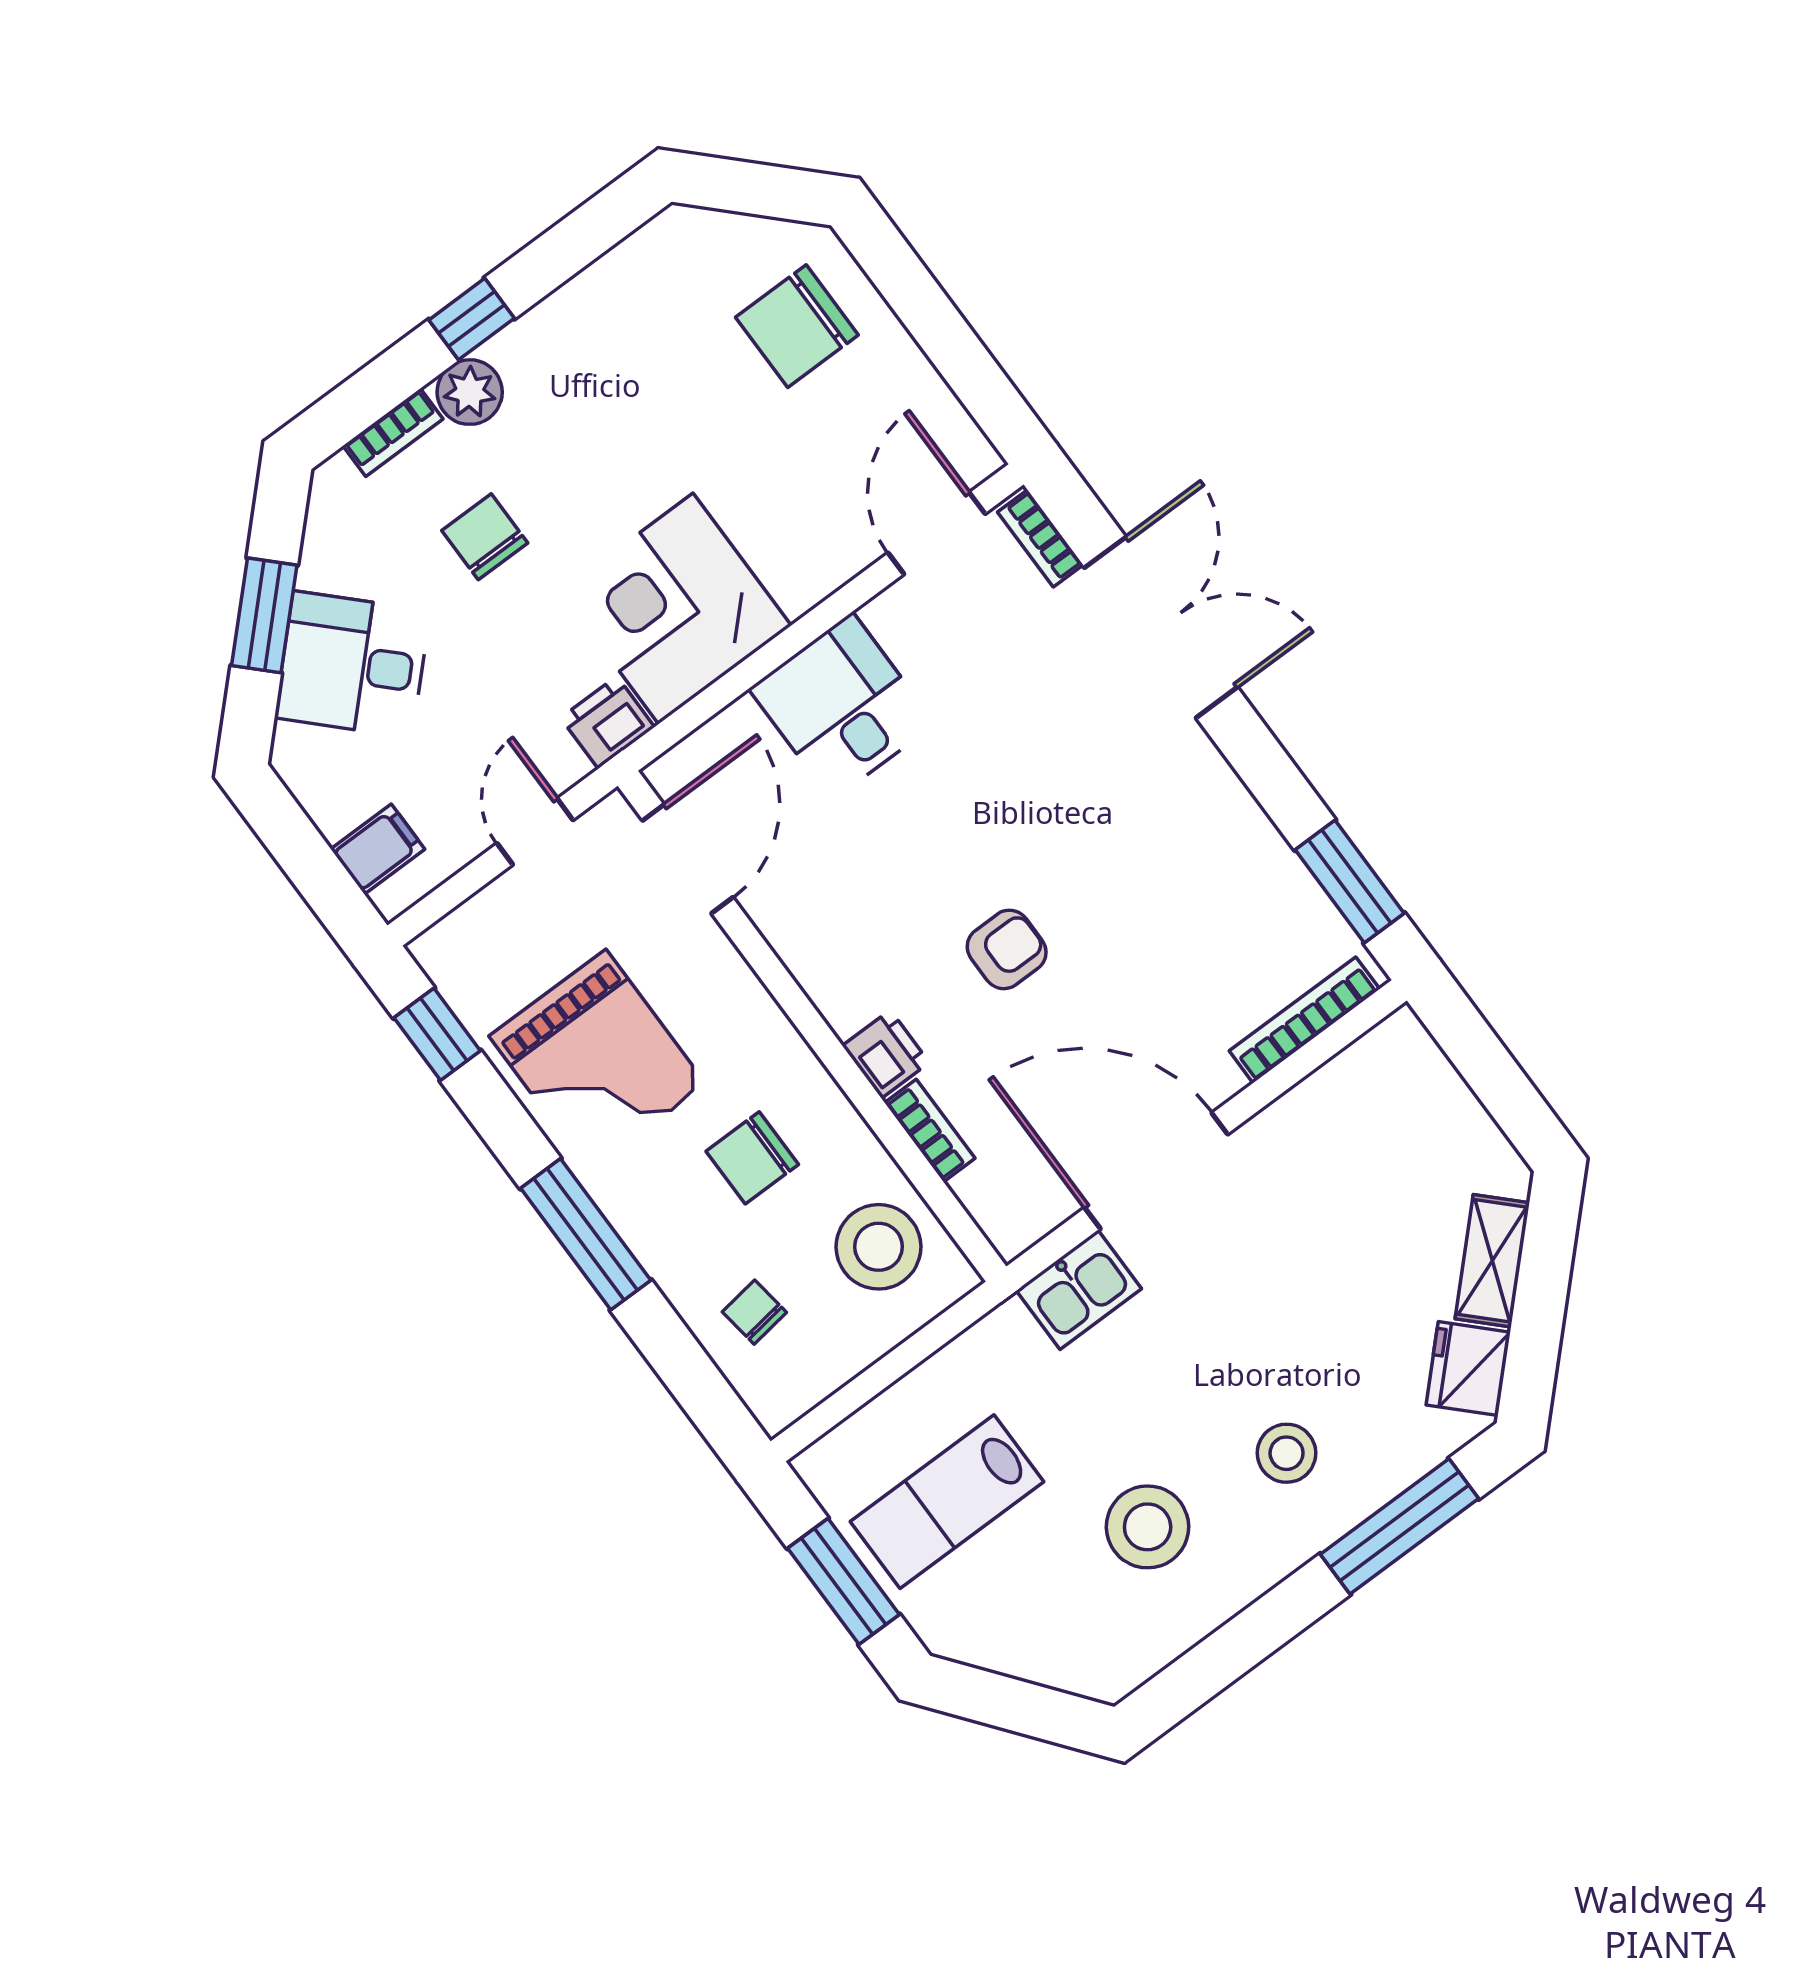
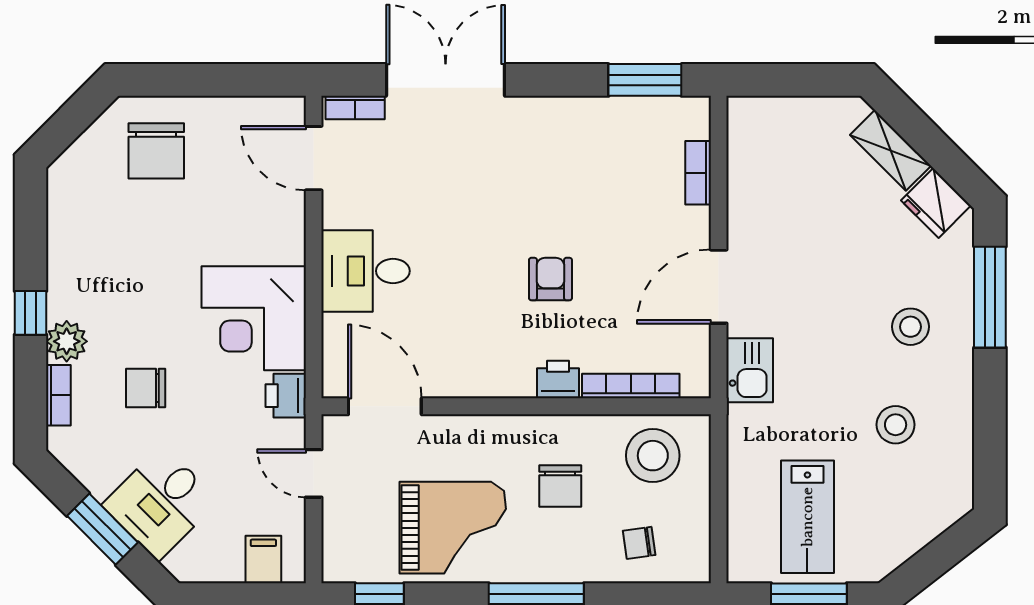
bookcase: (1304, 1020) -> (698, 173), width x0.64
bookcase: (930, 1131) -> (631, 386), width x1.56
door: (1156, 1171) -> (719, 287), width x0.73
stool: (1148, 1527) -> (896, 425), width x0.73, depth x0.73

